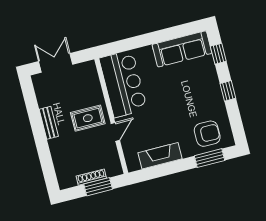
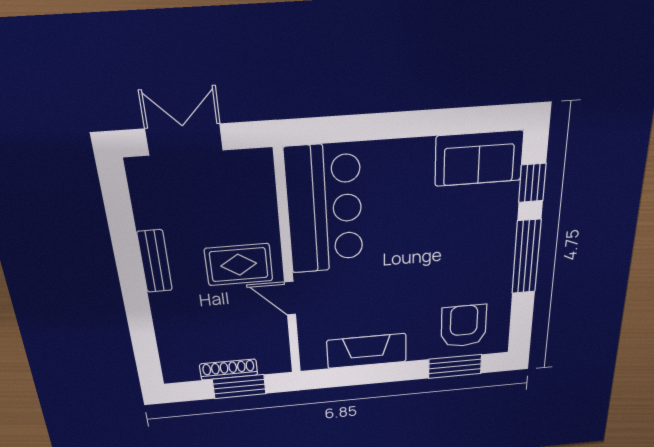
sofa: (182, 49) -> (479, 158), width x0.73
window: (228, 91) -> (526, 257), width x2.17
door: (115, 132) -> (290, 298), swing flipped
armchair: (207, 134) -> (464, 326), turned -90

